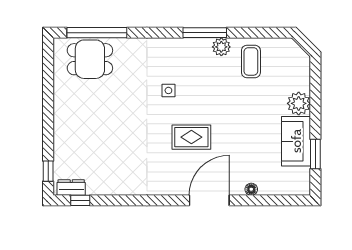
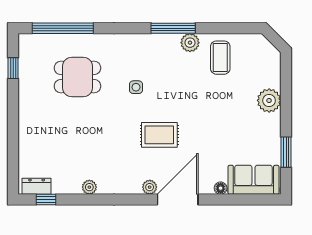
dining table: (90, 59) -> (77, 77), moved
sofa: (296, 141) -> (253, 180), moved, turned 90
window: (48, 171) -> (13, 68), moved
plant: (123, 188) -> (89, 187), added
plant: (182, 188) -> (150, 187), added

